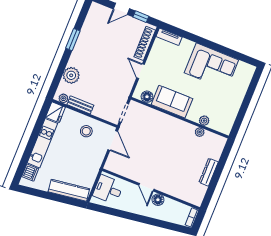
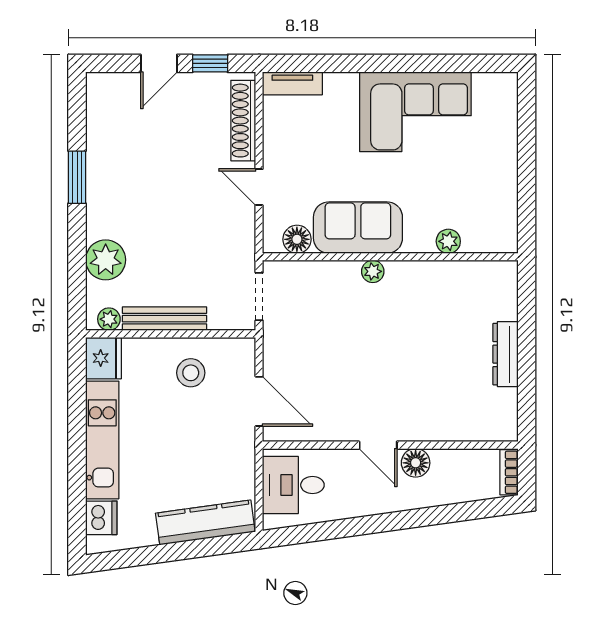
bench: (80, 105) -> (164, 319), width x1.36
plant: (200, 132) -> (373, 271), moved
door: (113, 140) -> (259, 401), moved

